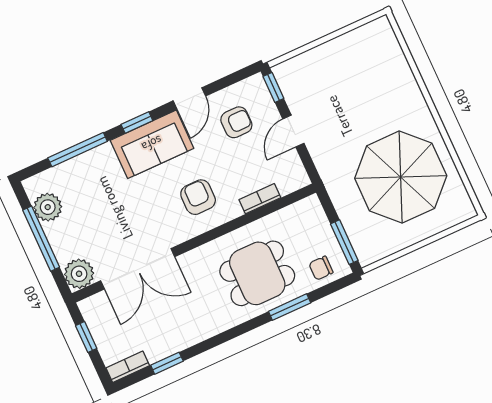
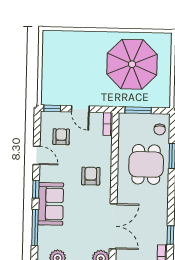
sofa: (152, 144) -> (51, 204), moved
armchair: (198, 197) -> (91, 176), turned 90
bookcase: (260, 199) -> (108, 124), moved
window: (344, 242) -> (138, 110), moved

